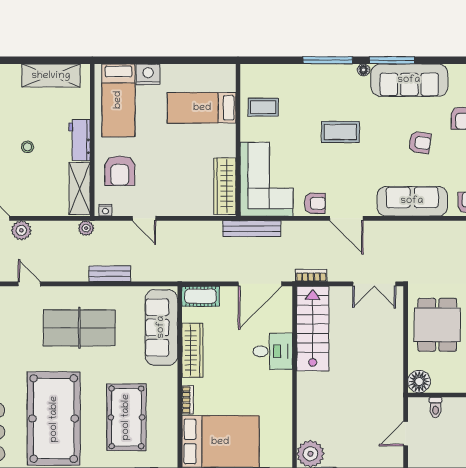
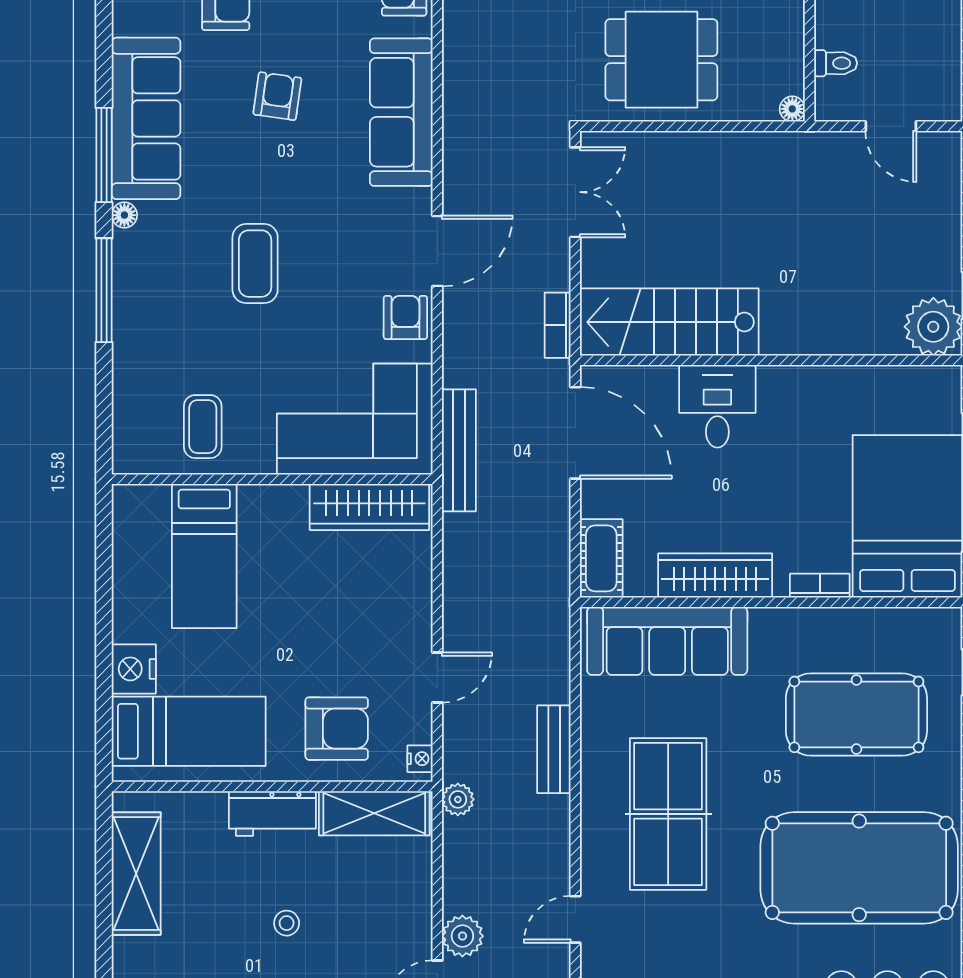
floor lamp: (419, 382) -> (792, 109), width x0.53, depth x0.53

